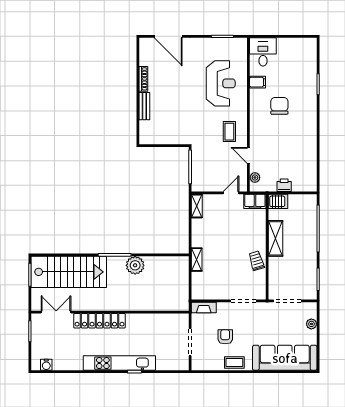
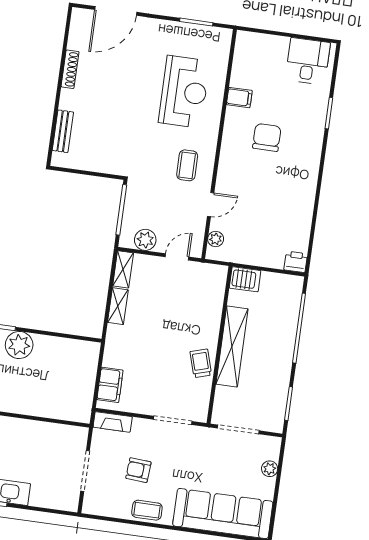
door: (168, 36) -> (116, 11), hinge flipped
desk: (263, 52) -> (308, 61), moved
bench: (144, 106) -> (63, 131), moved
door: (248, 155) -> (211, 205), swing flipped
plant: (209, 185) -> (145, 240), added
printer: (284, 185) -> (296, 262), moved
filing cabinet: (255, 201) -> (110, 385), moved, turned -90
shelving: (276, 238) -> (232, 346), width x1.47
shelving: (197, 260) -> (118, 306), moved
armchair: (225, 337) -> (138, 470), turned -86

